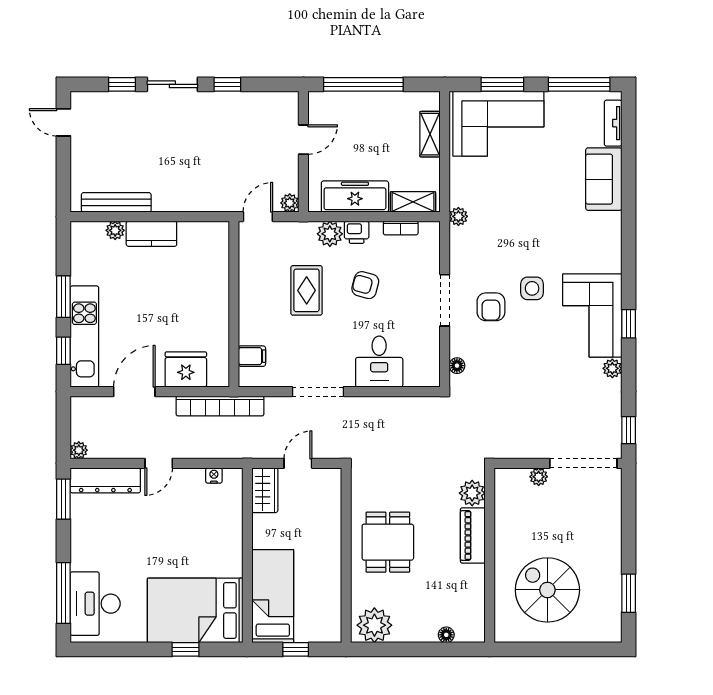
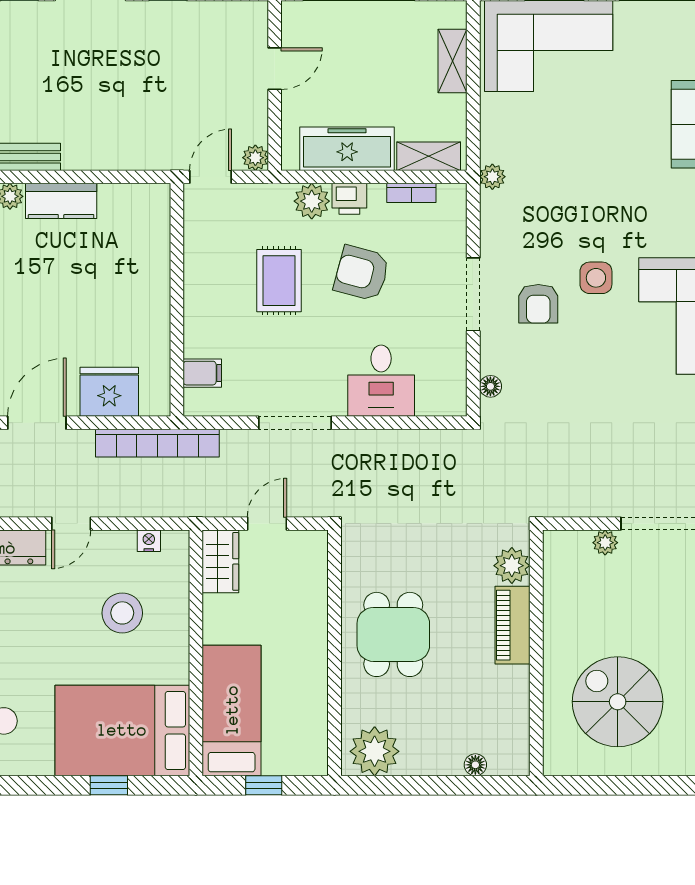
armchair: (365, 285) -> (362, 273), width x1.38, depth x1.38
stool: (195, 527) -> (122, 613), added

